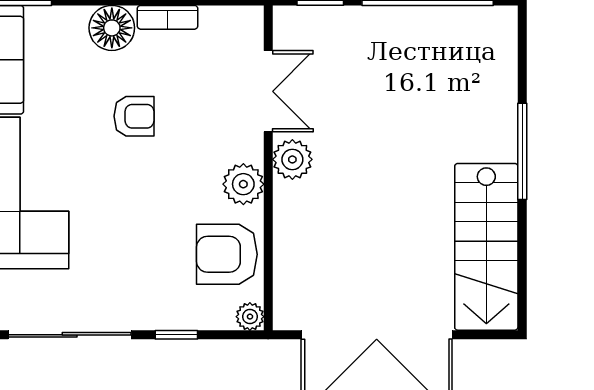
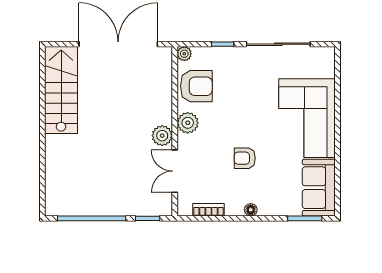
bookcase: (168, 17) -> (208, 210), moved
floor lamp: (112, 28) -> (251, 210), width x0.53, depth x0.53
window: (522, 151) -> (42, 140), removed

